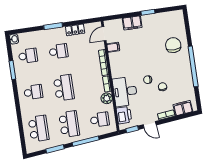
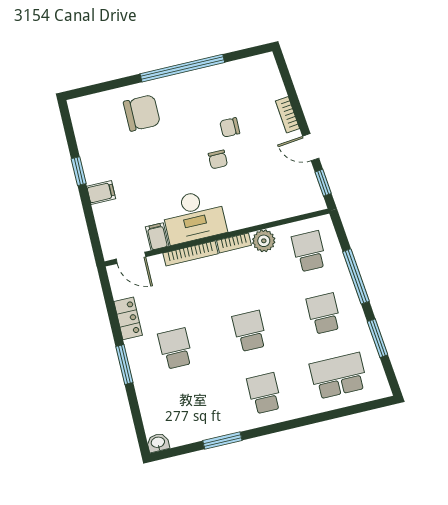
filing cabinet: (132, 23) -> (101, 193), width x0.50
chair: (173, 45) -> (142, 113), turned 180
school desk: (28, 56) -> (190, 411), removed
school desk: (64, 88) -> (250, 331), width x0.54
desk: (125, 92) -> (194, 216), moved
filing cabinet: (183, 108) -> (270, 82), removed
printer: (124, 115) -> (295, 202), removed
school desk: (69, 124) -> (324, 314), width x0.54
door: (150, 125) -> (311, 147), swing flipped

